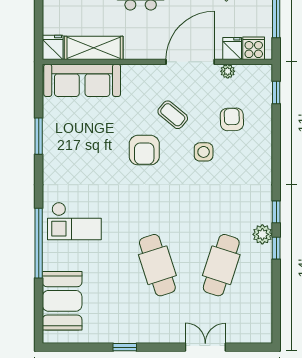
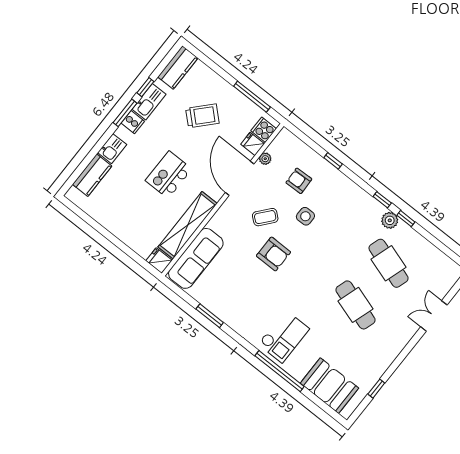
shelving: (94, 48) -> (188, 225), width x1.47
window: (276, 93) -> (333, 161), moved
cafe table: (157, 265) -> (355, 305), turned 36
window: (125, 347) -> (376, 389), moved

